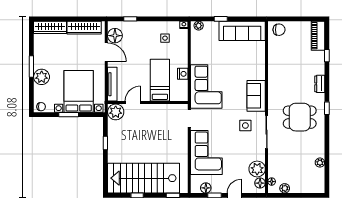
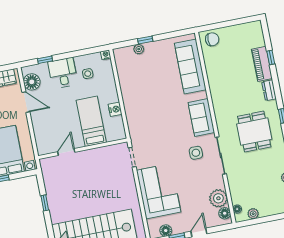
plant: (199, 26) -> (139, 49), moved
sofa: (242, 31) -> (190, 66), moved, turned 90
desk: (143, 33) -> (63, 73), added
piano: (318, 36) -> (262, 64), moved
tv unit: (112, 84) -> (39, 136), removed
corner sofa: (206, 86) -> (144, 118), removed
plant: (116, 112) -> (49, 166), removed
dining table: (300, 117) -> (254, 132), turned 90

